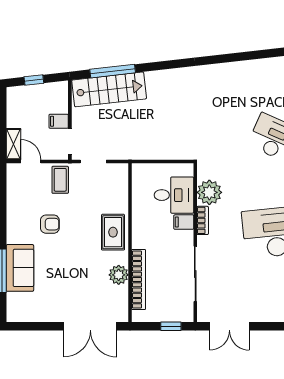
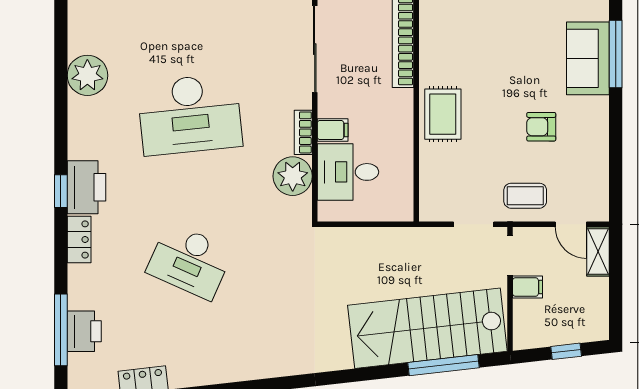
stairs: (109, 89) -> (427, 328), width x1.36, depth x1.51
coffee table: (60, 180) -> (525, 196), turned 90
plant: (119, 275) -> (434, 48), removed

